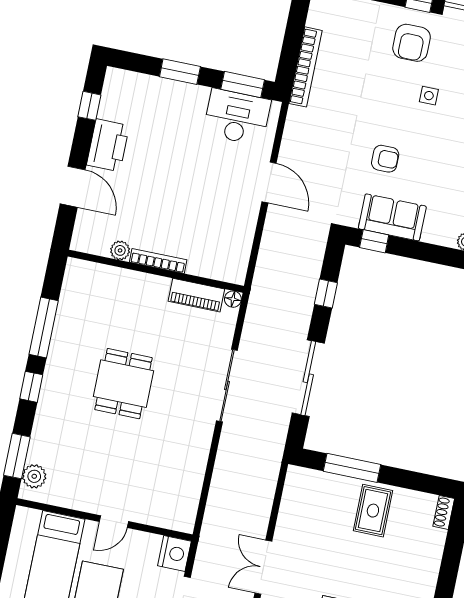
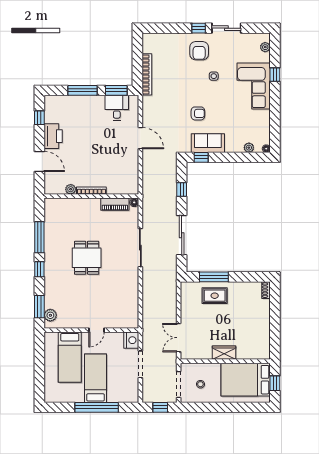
window: (180, 72) -> (82, 90), width x1.44
desk: (237, 117) -> (117, 108), width x0.73
rug: (373, 511) -> (215, 296), moved, turned 90

